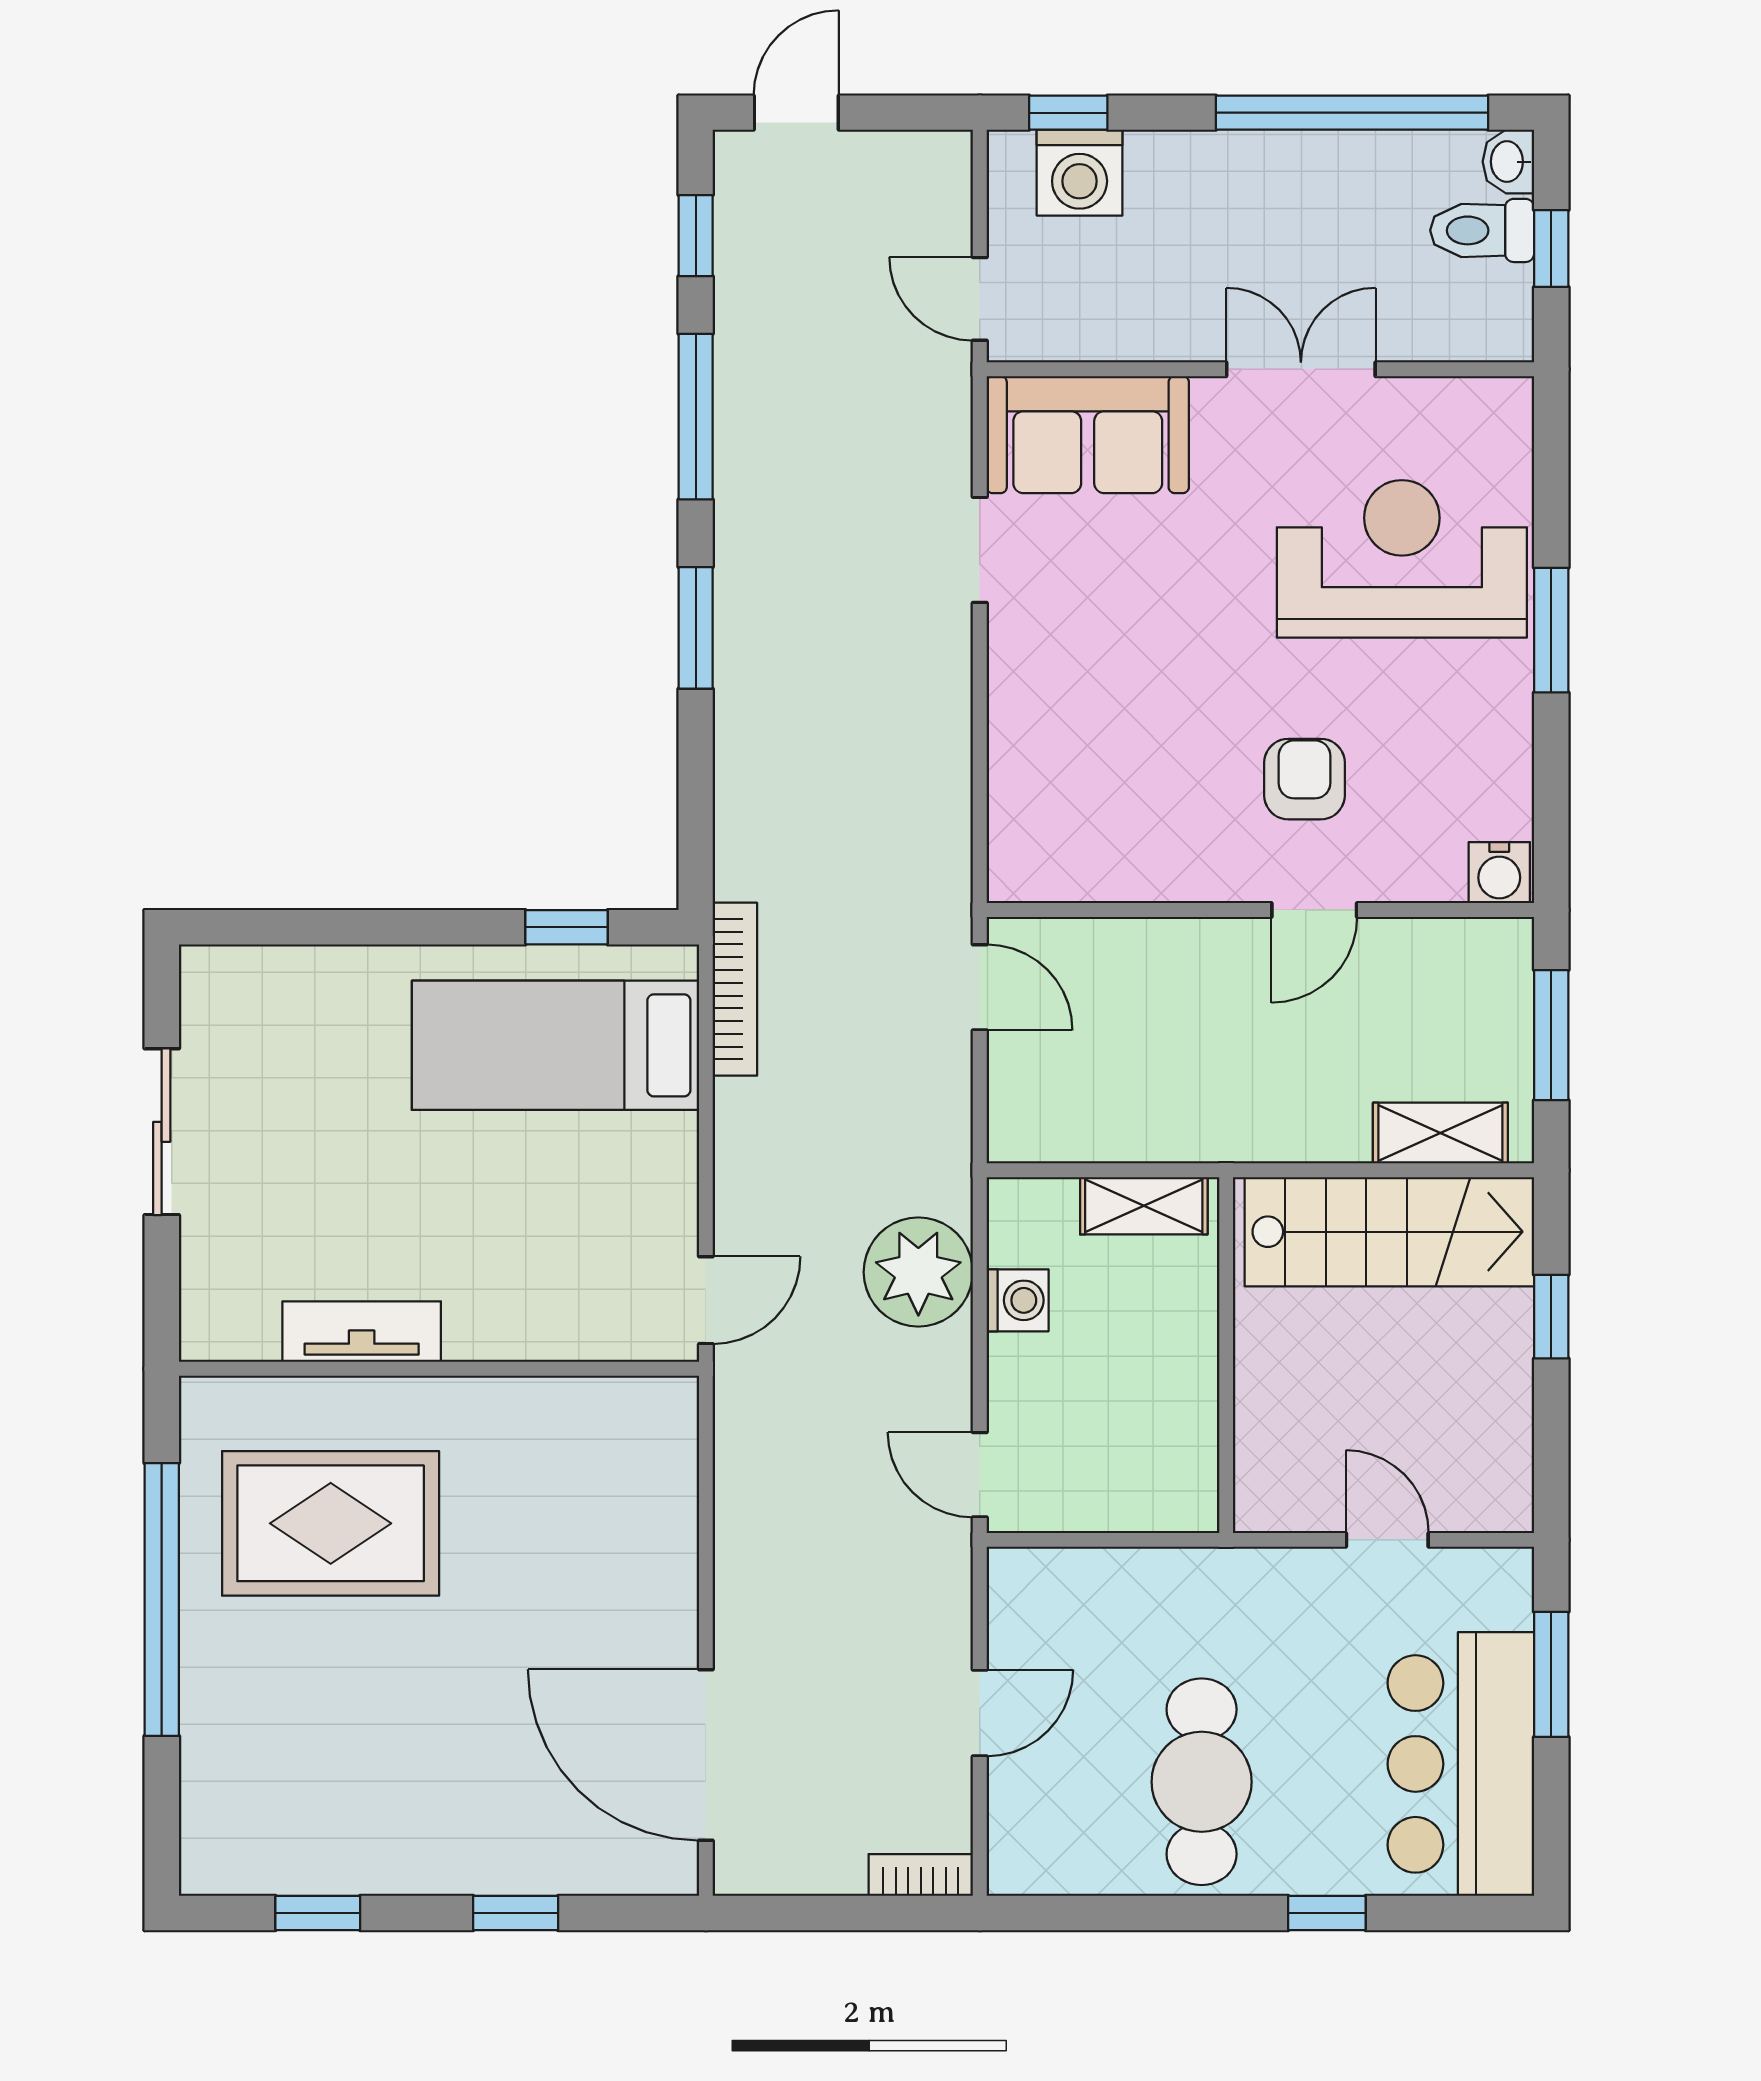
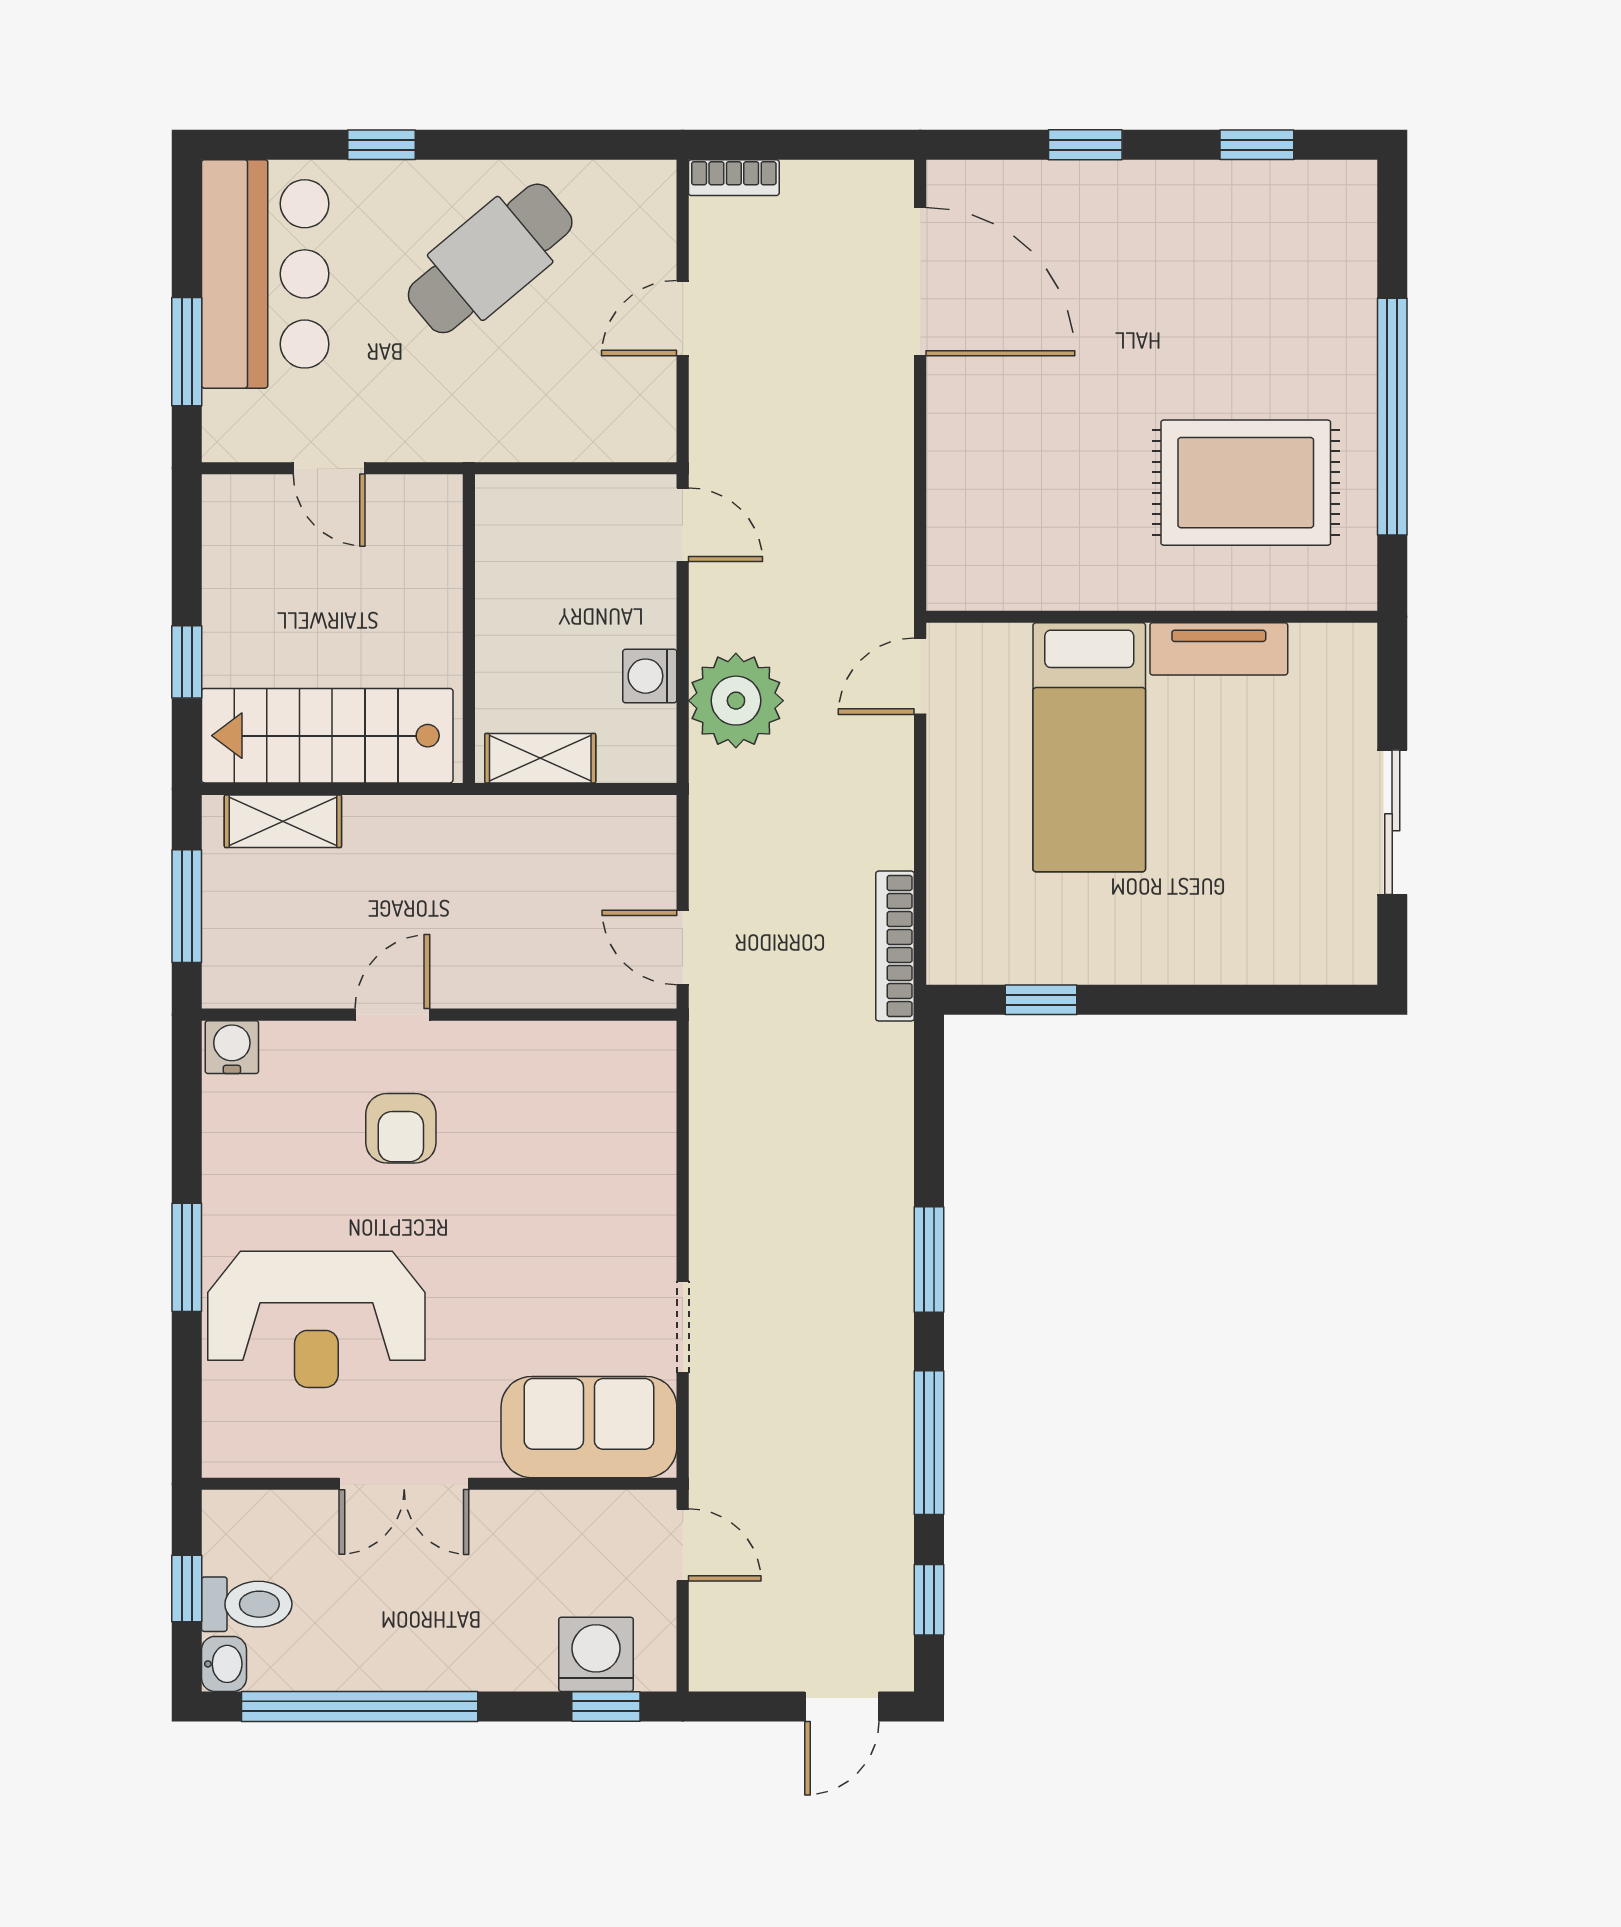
bed: (555, 1045) -> (1089, 747), moved, turned 90
cafe table: (1202, 1782) -> (490, 258), turned 50

